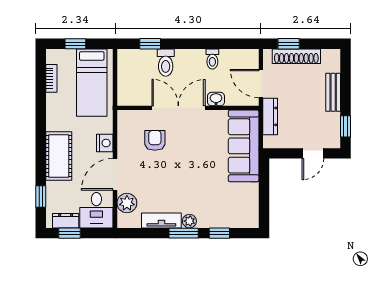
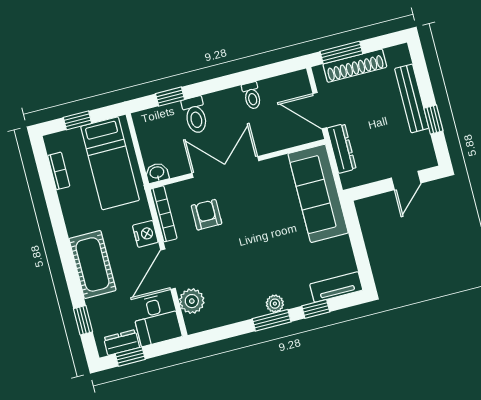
window: (289, 44) -> (341, 53), width x1.50
bench: (333, 92) -> (412, 98), width x1.36
washbasin: (216, 99) -> (157, 173), moved
window: (345, 126) -> (433, 120), moved
bookcase: (123, 131) -> (164, 214), added
tv unit: (161, 220) -> (336, 287), moved

